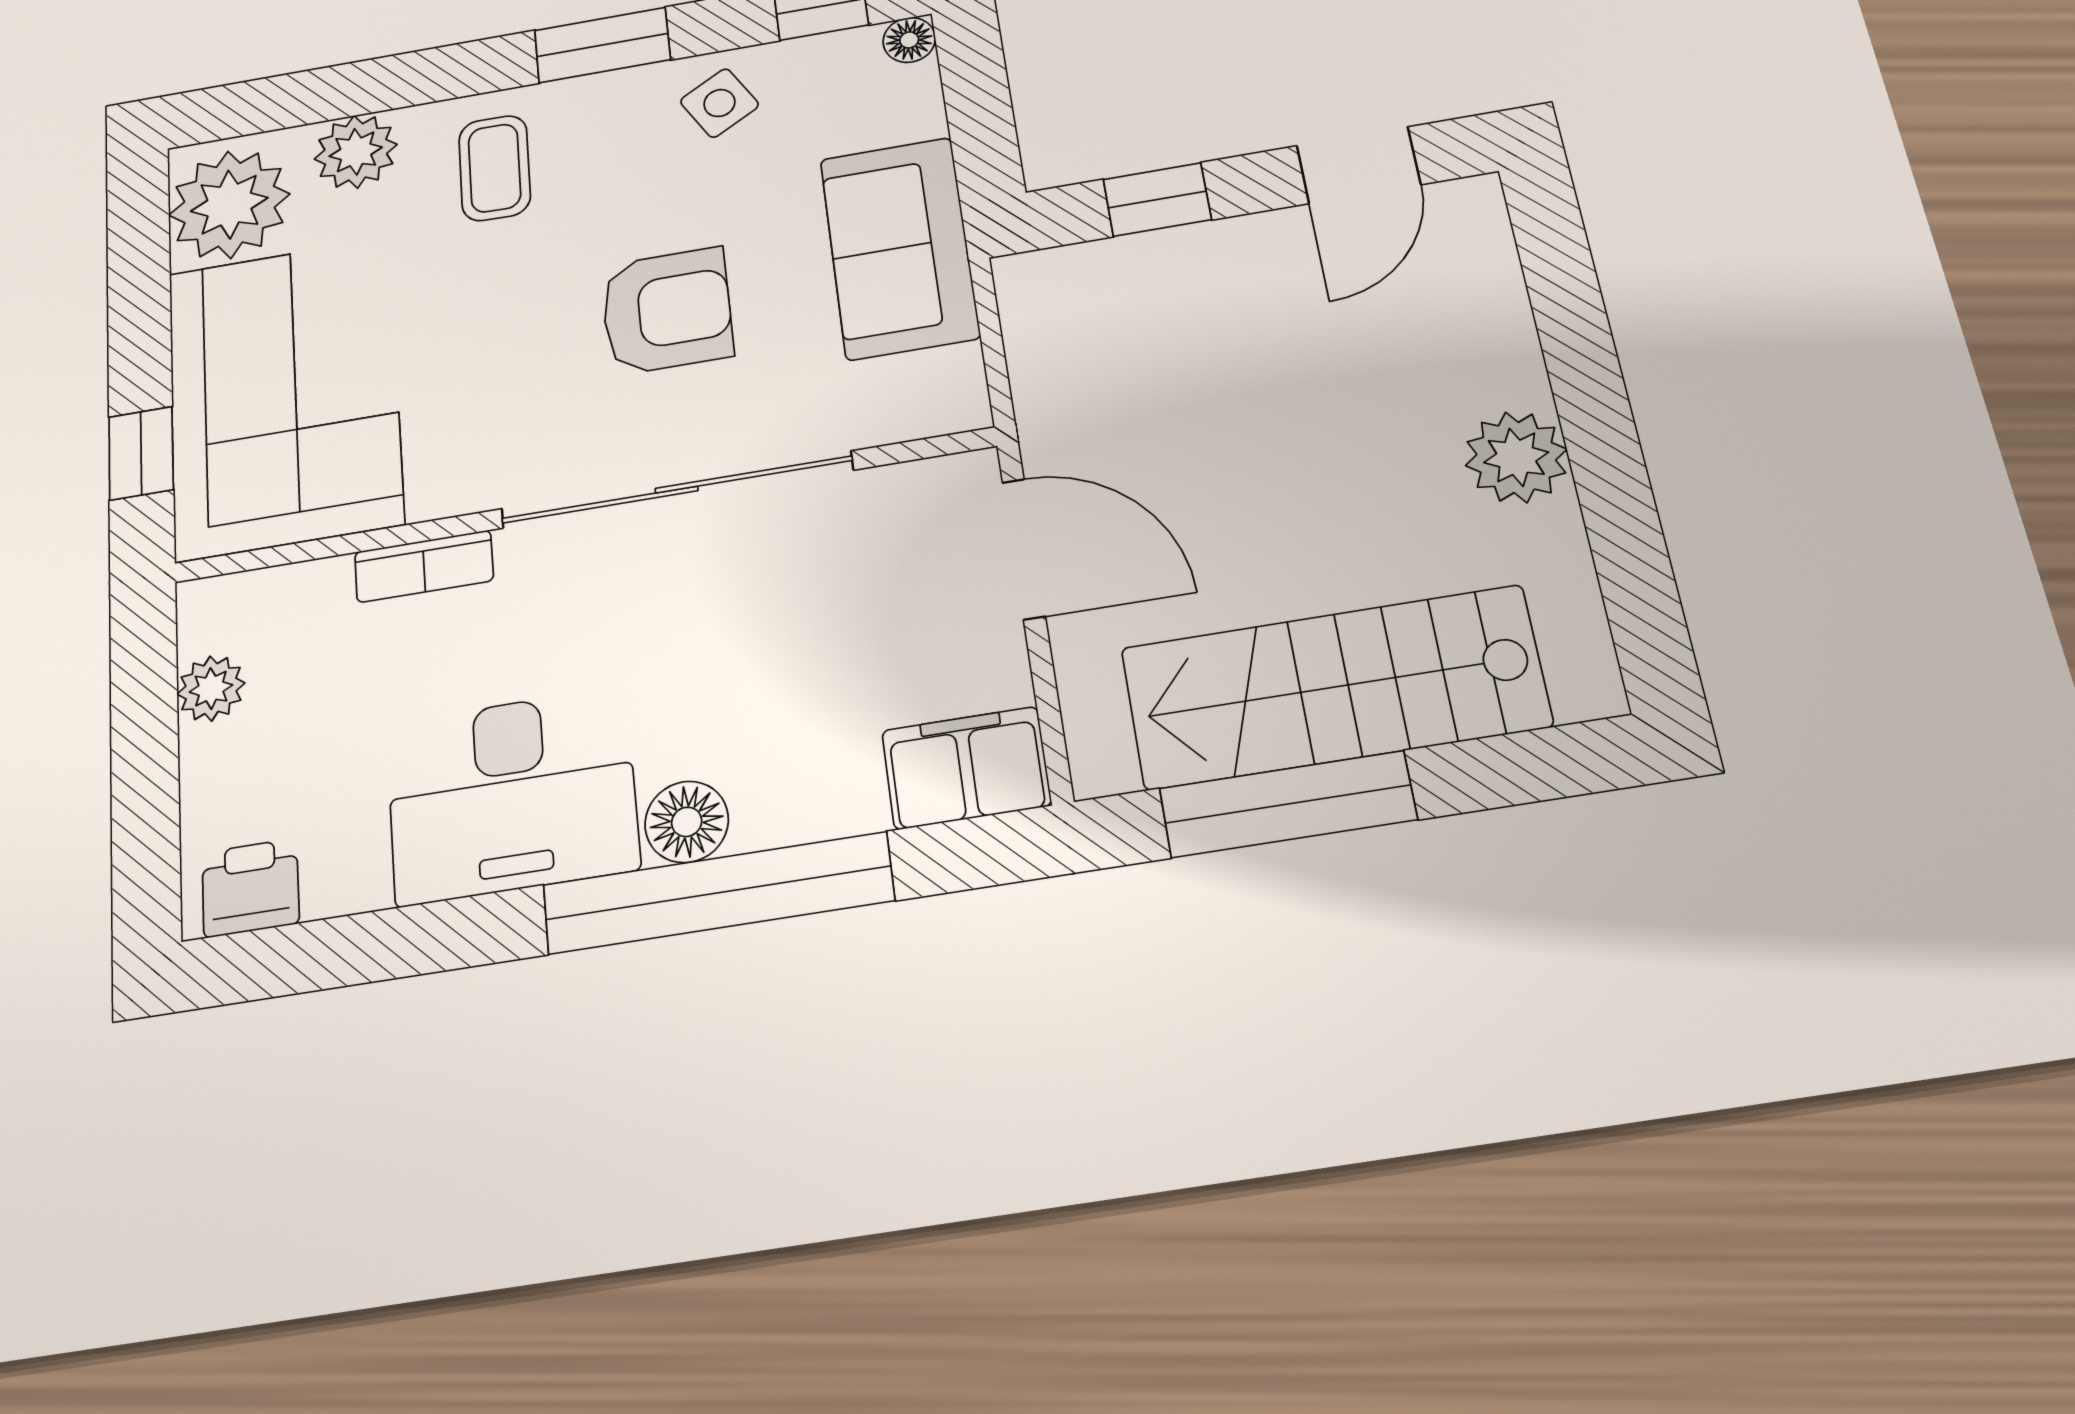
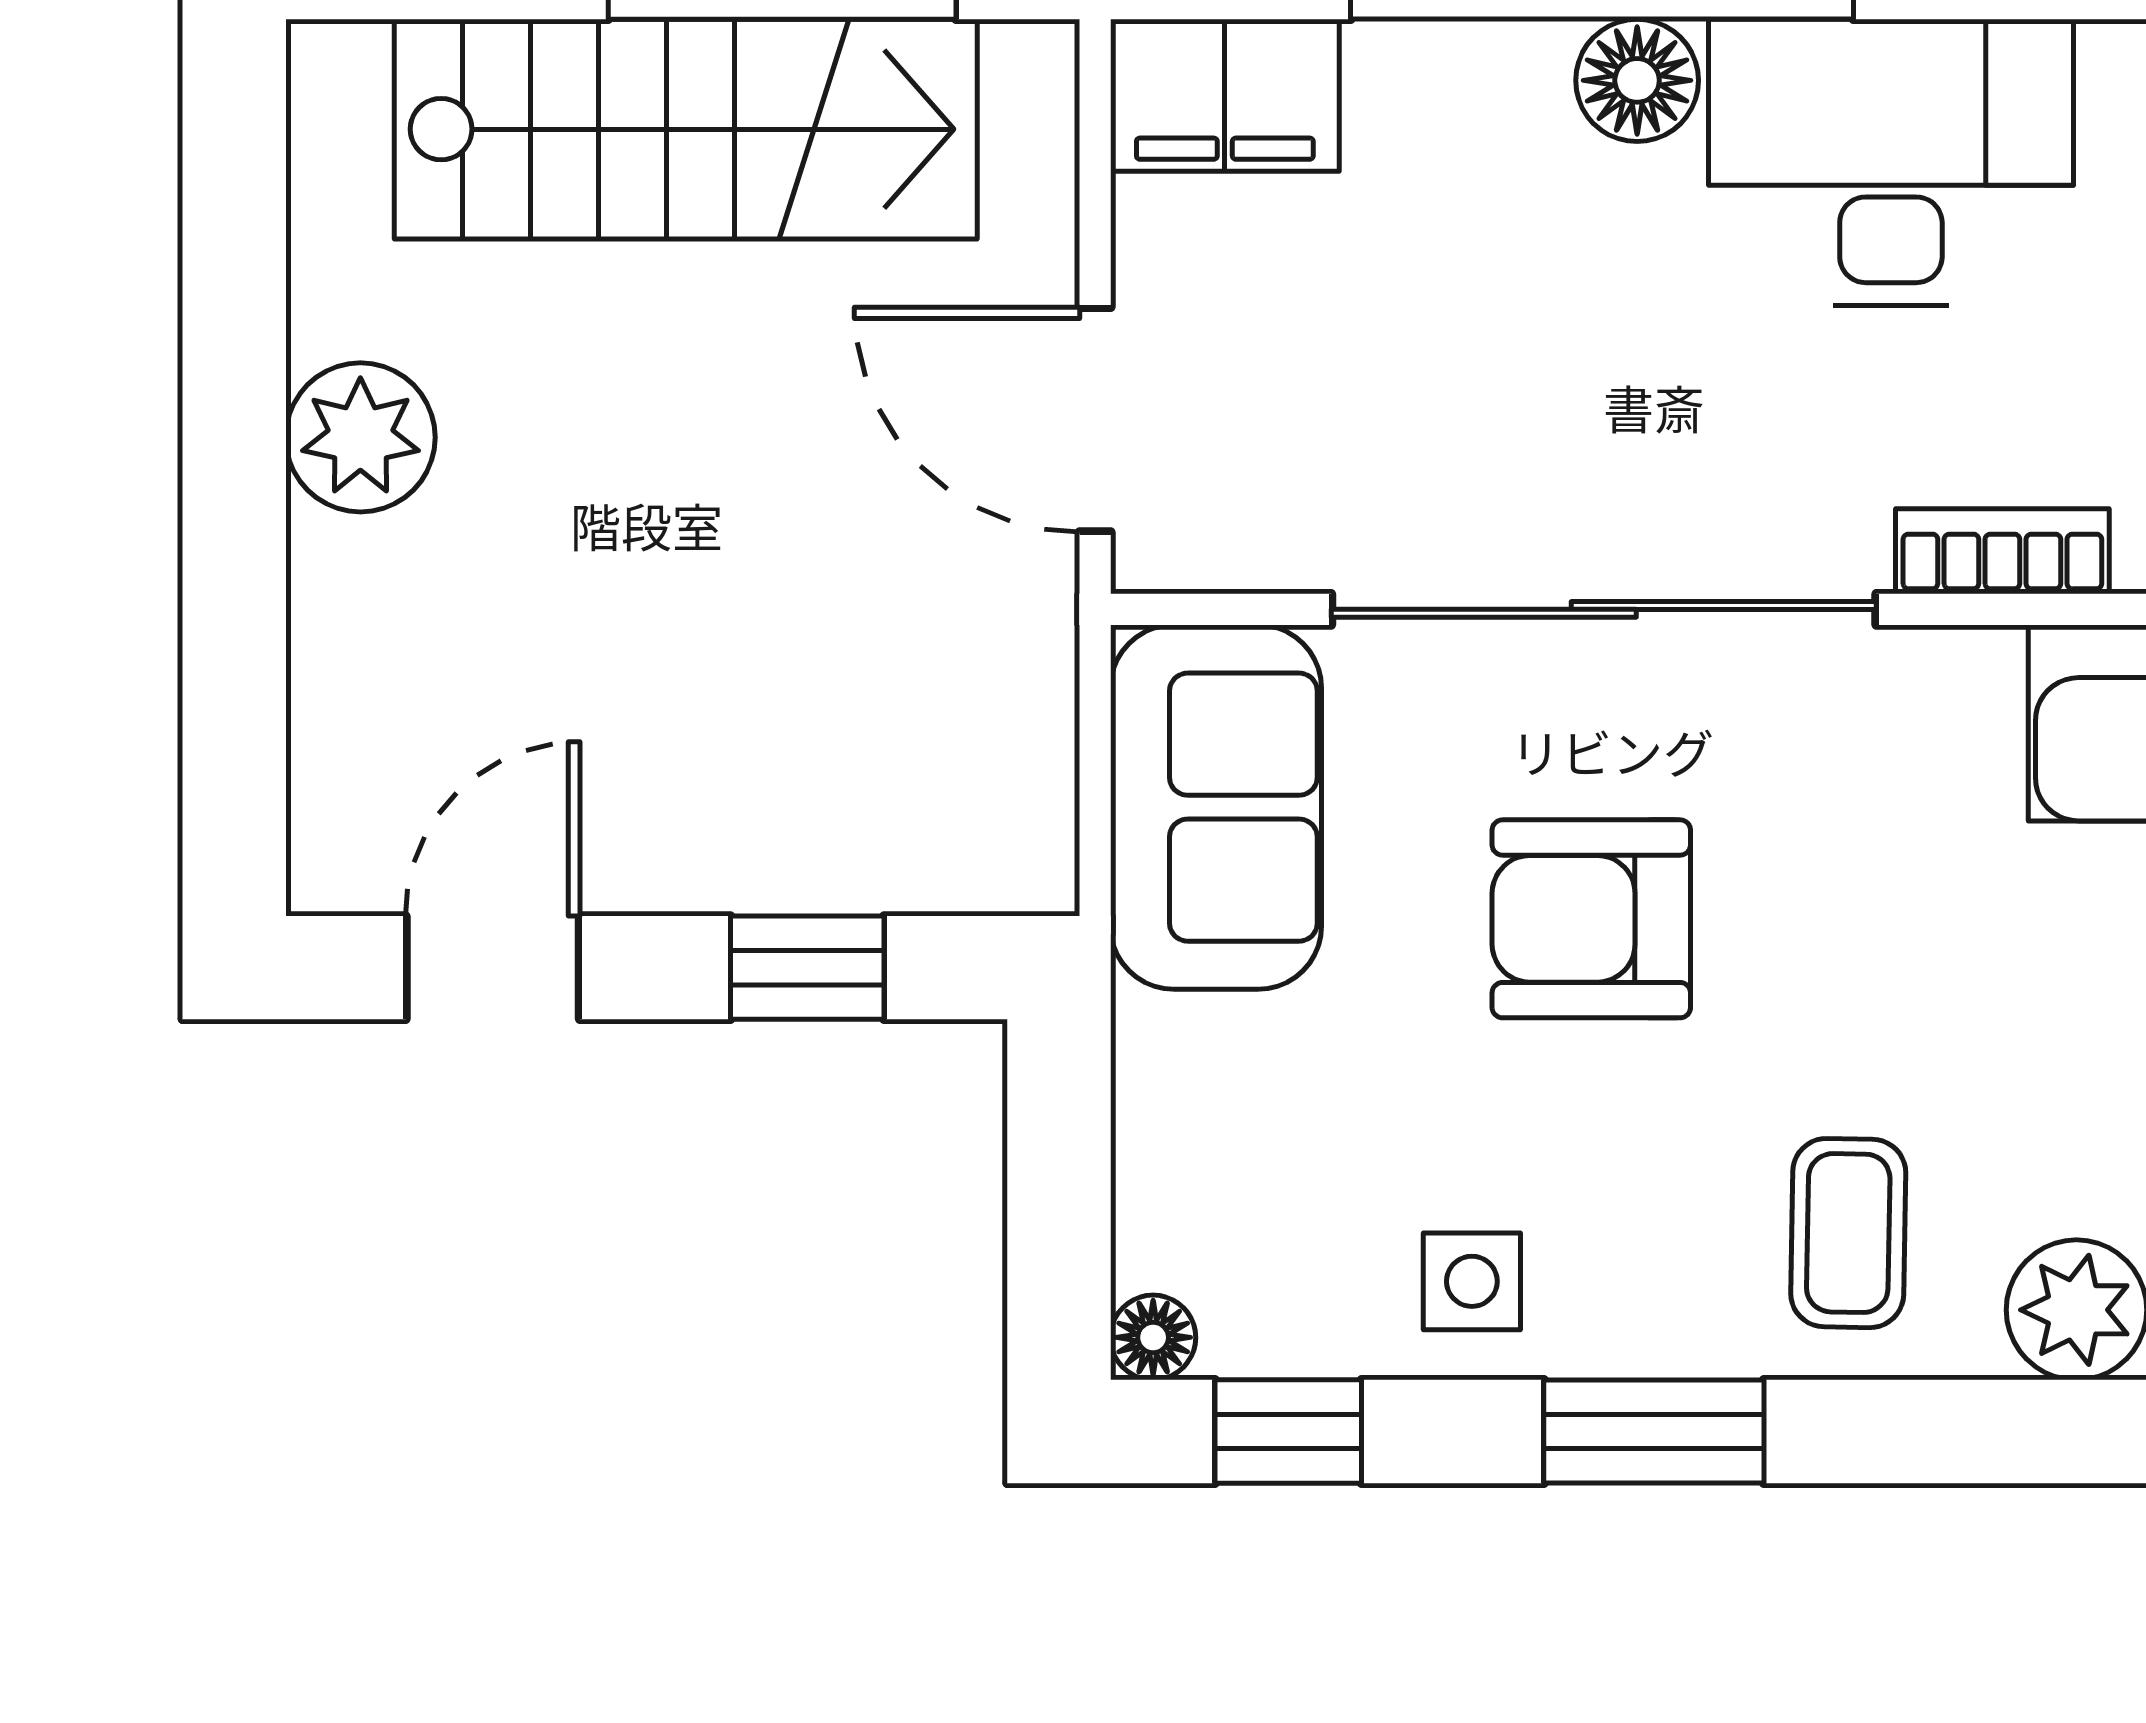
side table: (719, 103) -> (1472, 1281), turned 30
sofa: (899, 248) -> (1216, 807), moved

